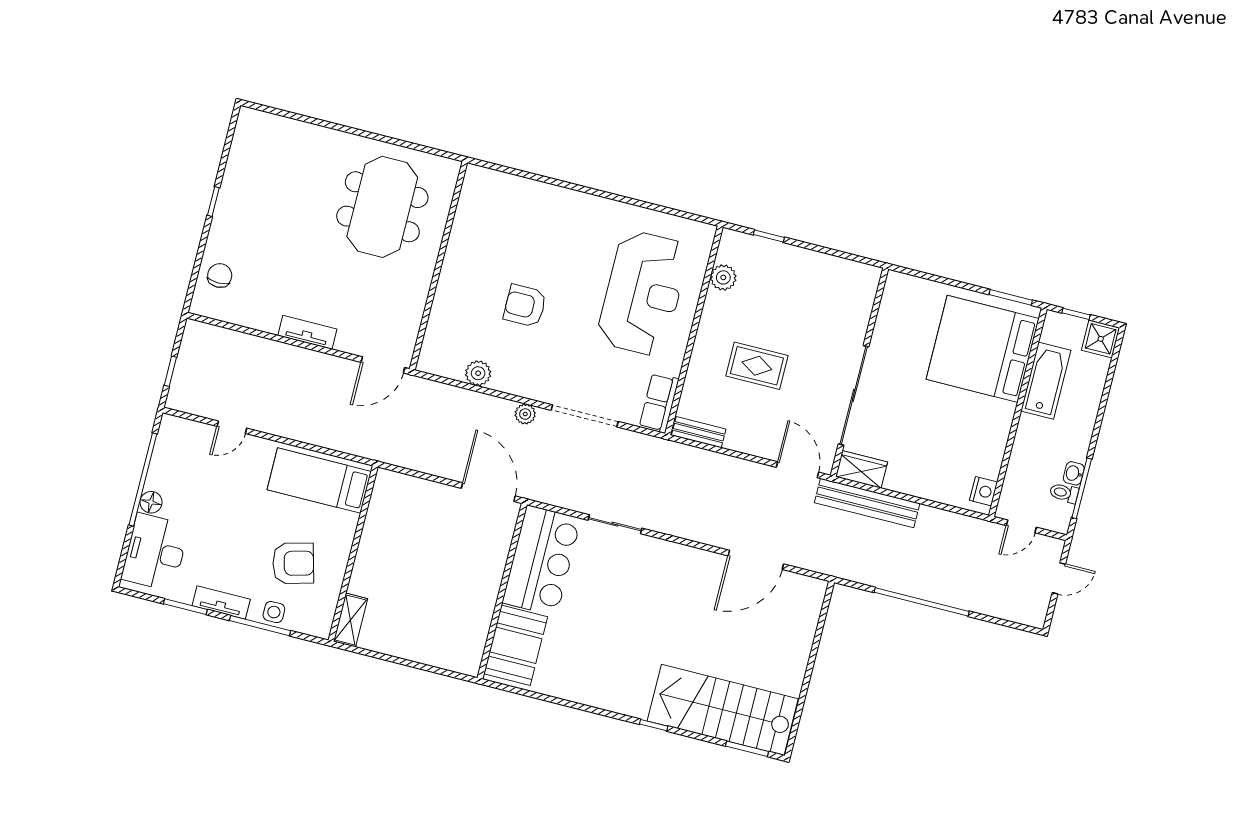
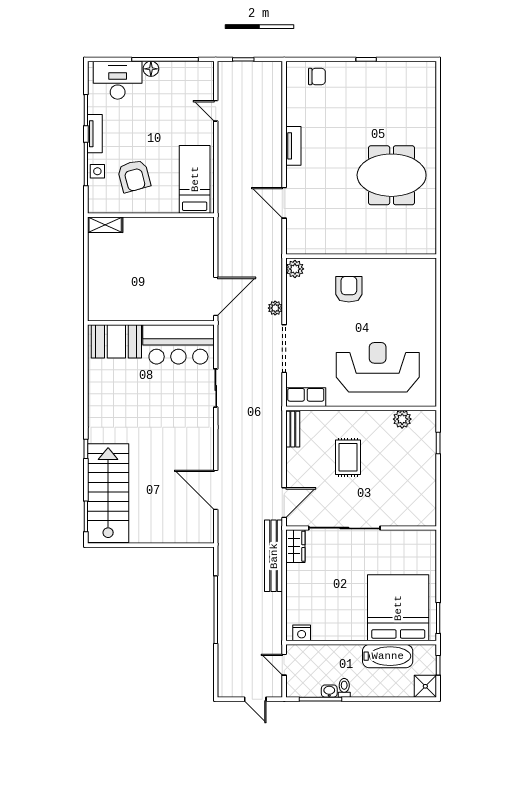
wall: (439, 266) -> (361, 256), moved
reception desk: (643, 293) -> (378, 367), turned 180
toilet: (1064, 493) -> (344, 688), moved

